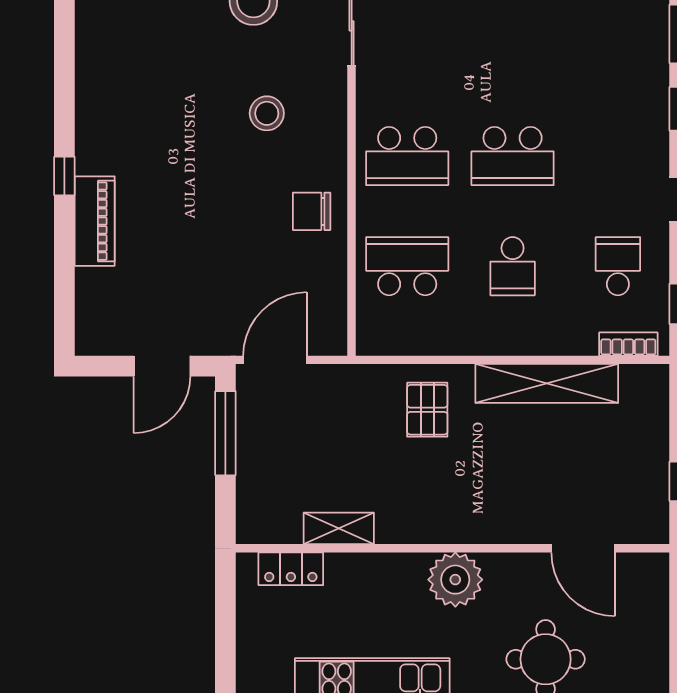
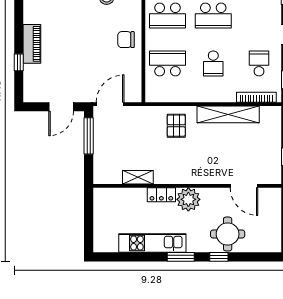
window: (64, 176) -> (19, 62), moved
bookcase: (628, 344) -> (256, 97), width x1.56
locker: (291, 569) -> (161, 195), moved

